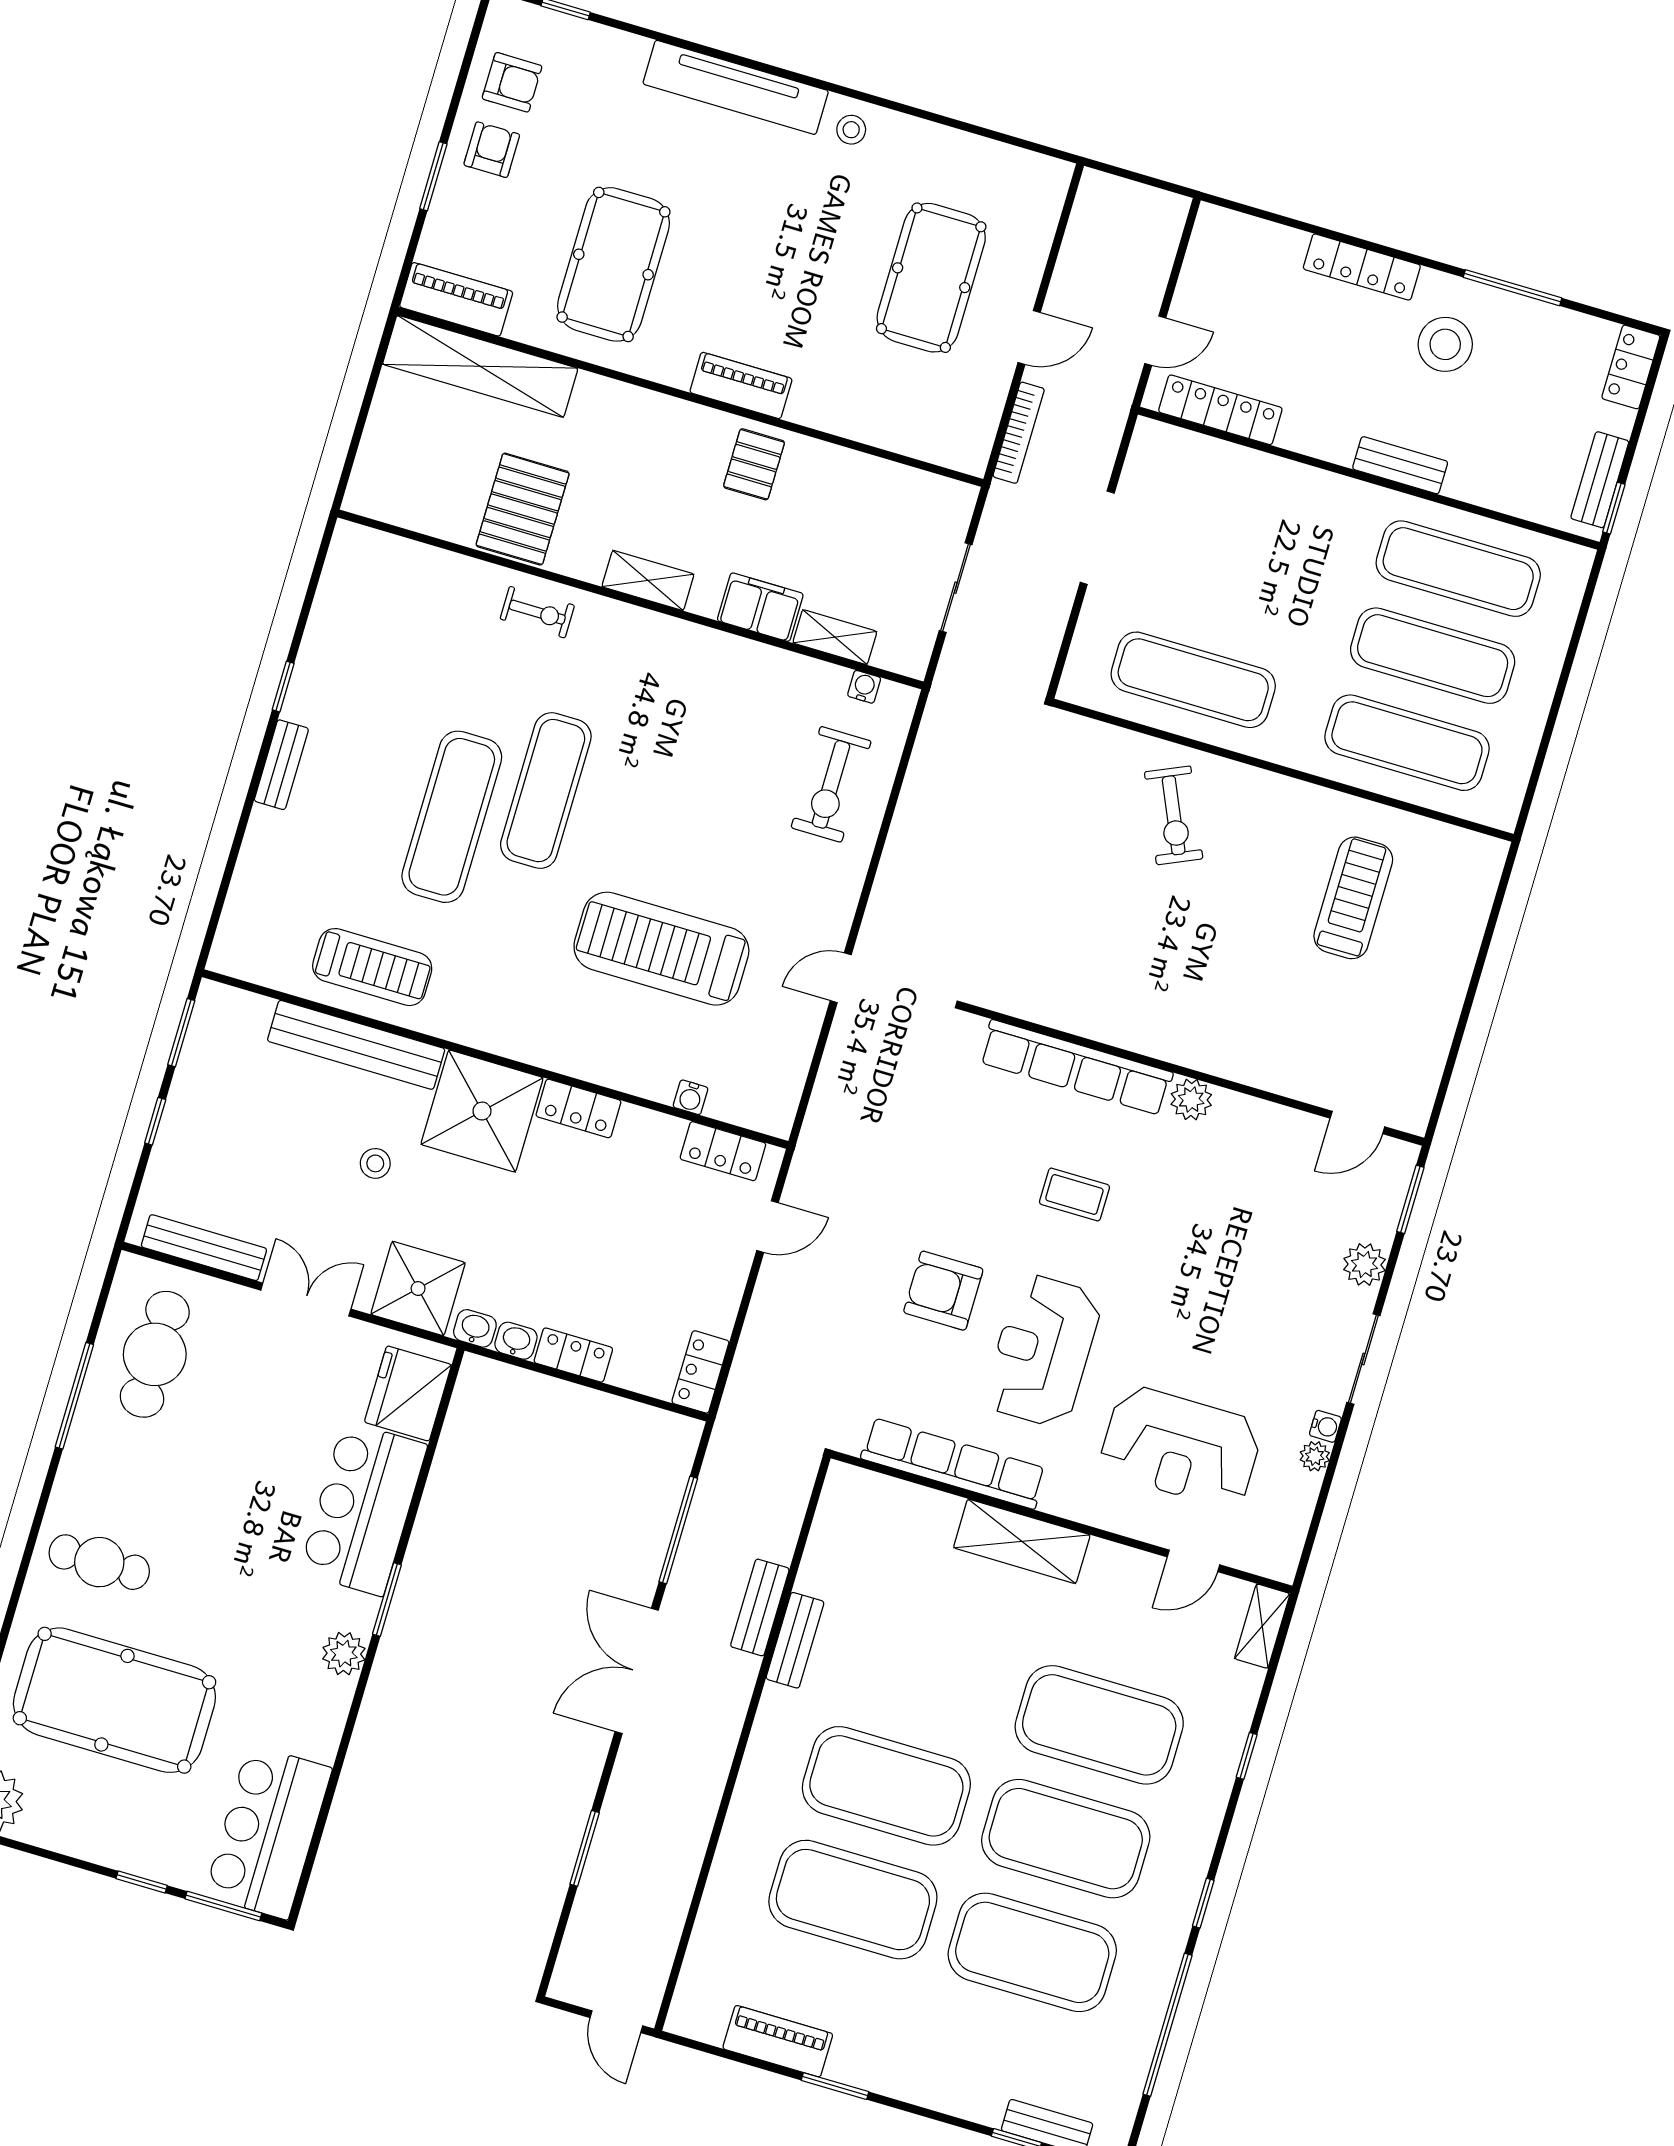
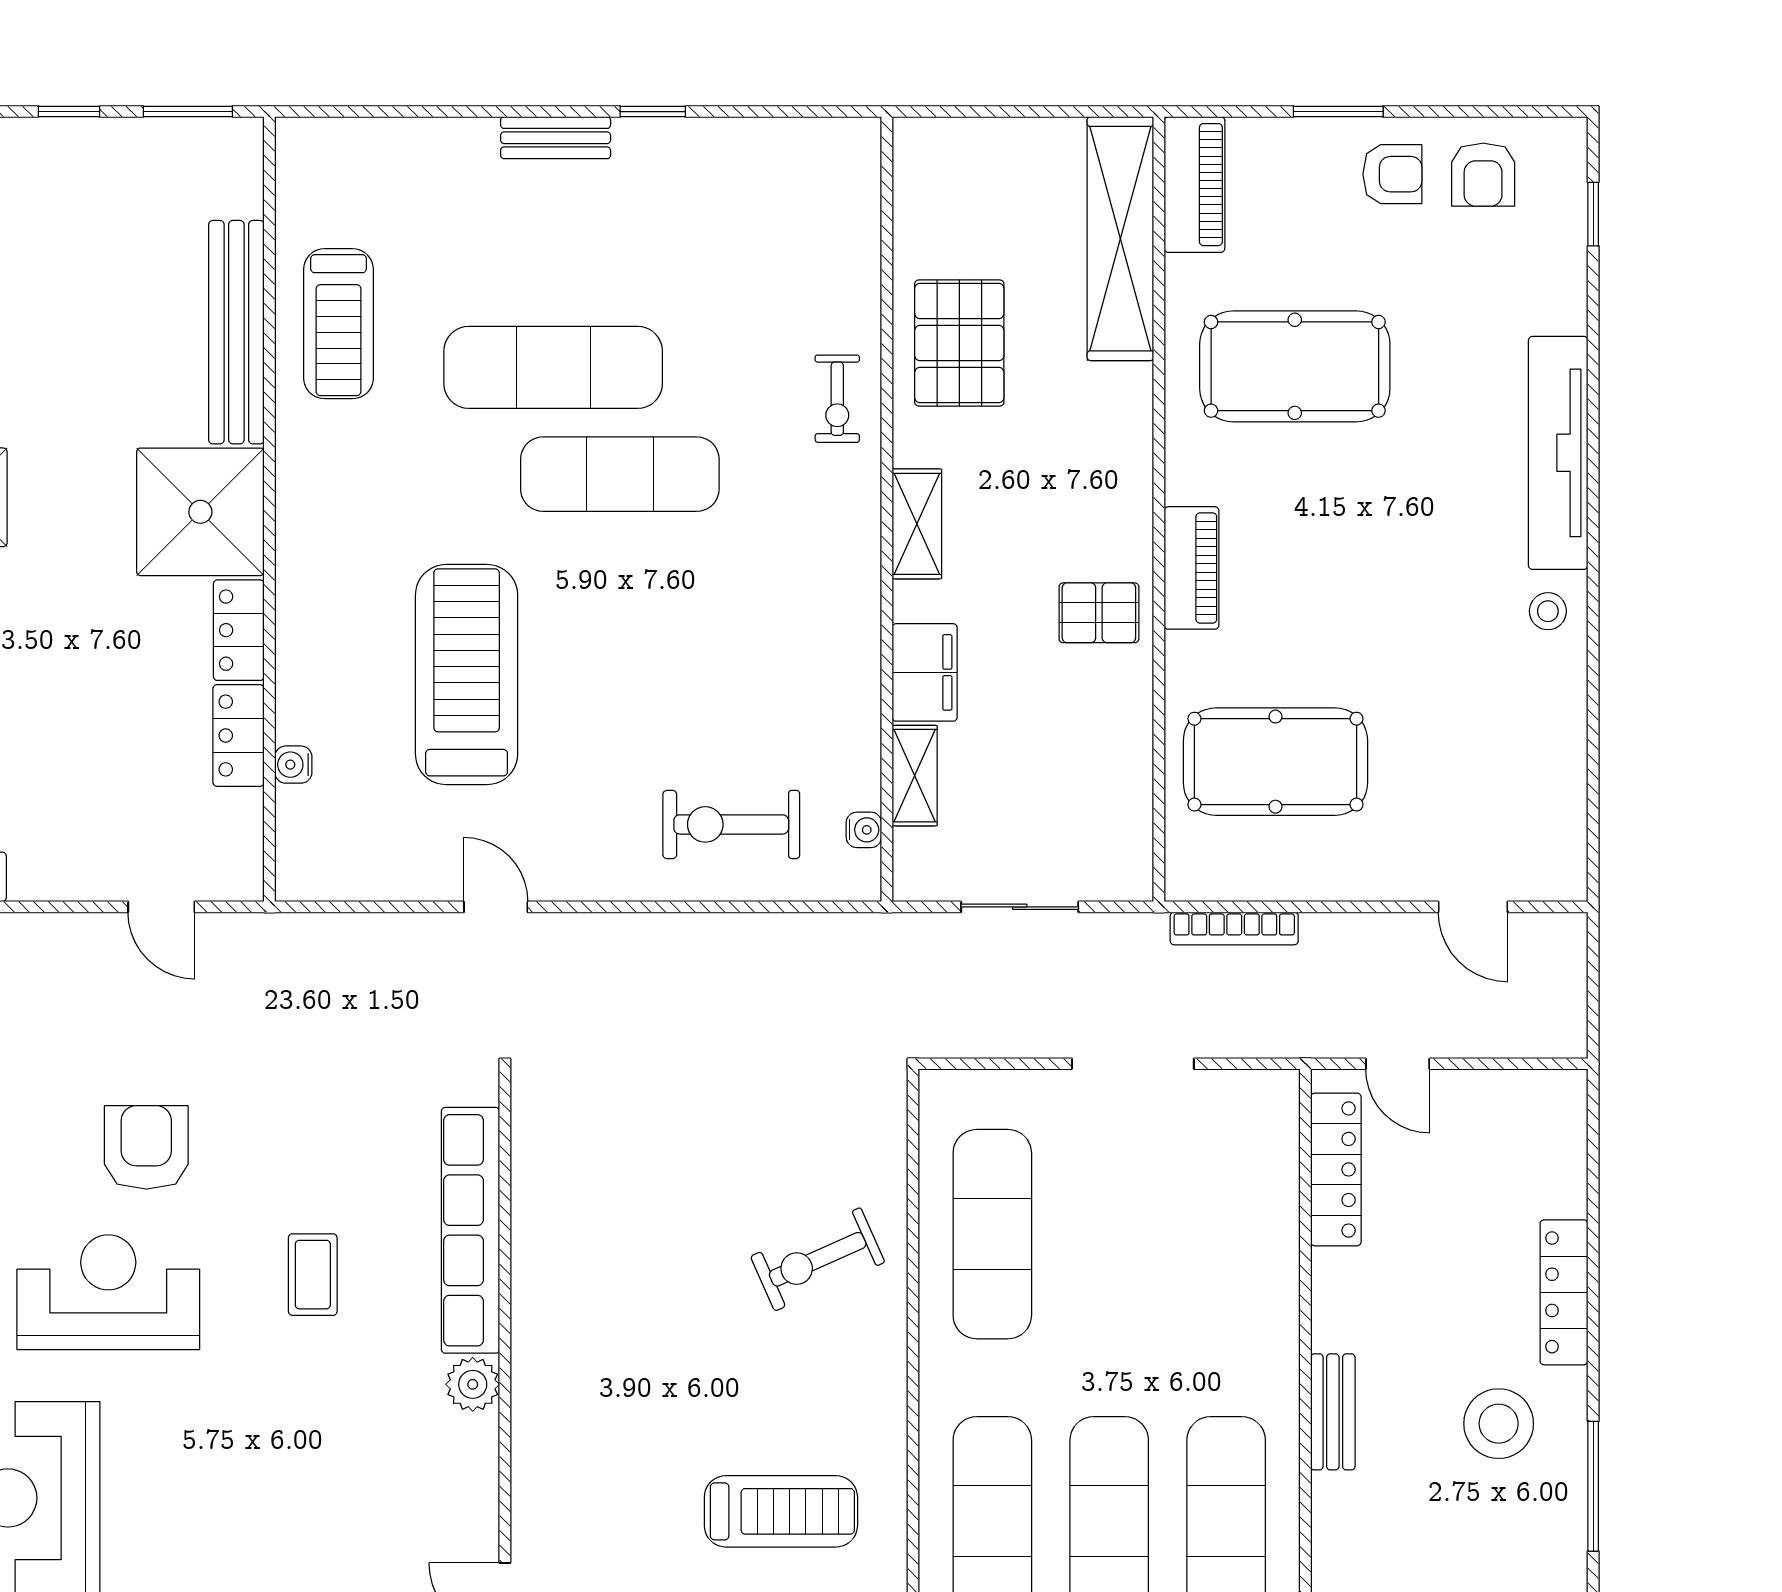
pool table: (931, 278) -> (1275, 762), moved
door: (1029, 338) -> (1473, 907), moved
pallet: (523, 509) -> (959, 343), turned 90
locker: (723, 1151) -> (239, 735), moved
stool: (375, 1163) -> (97, 399), removed

